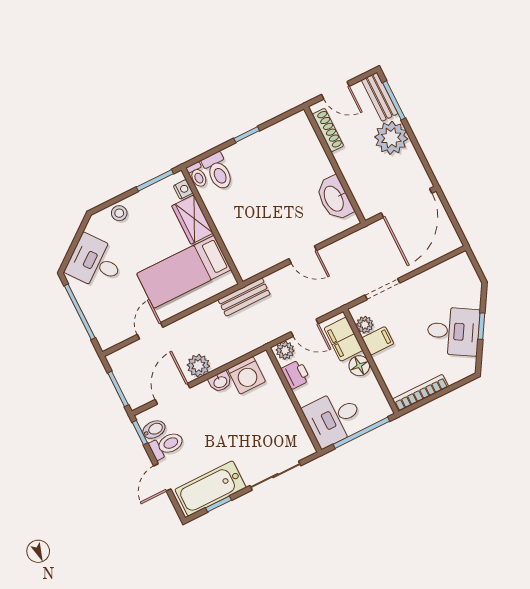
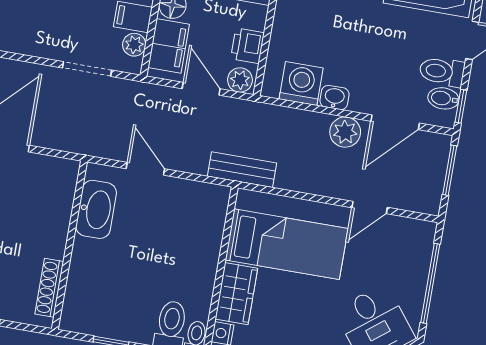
shoe rack: (328, 130) -> (49, 288), moved
wall: (335, 165) -> (69, 245), moved
washbasin: (334, 198) -> (96, 209), moved

